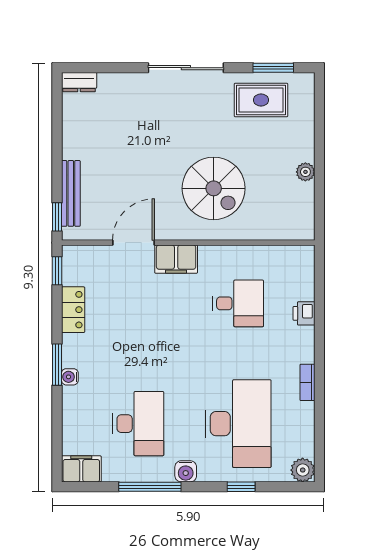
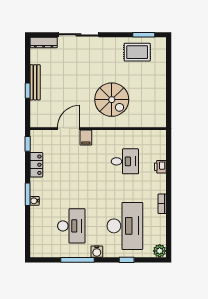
sliding door: (186, 68) -> (79, 35), moved
dresser: (79, 82) -> (44, 43), width x1.44
plant: (305, 172) -> (161, 91), removed
bench: (71, 193) -> (35, 82), moved
window: (57, 217) -> (28, 91), moved
filing cabinet: (176, 259) -> (86, 138), width x0.50
filing cabinet: (81, 469) -> (41, 250), removed

